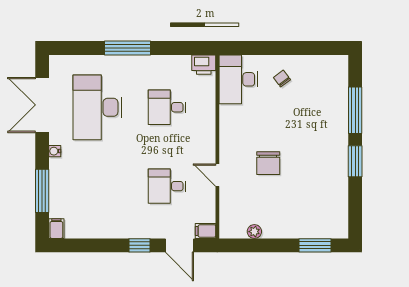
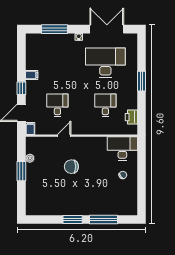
window: (128, 48) -> (141, 81), width x0.69
printer: (204, 65) -> (131, 117), moved
filing cabinet: (56, 229) -> (32, 75), moved
window: (315, 245) -> (21, 171), moved

